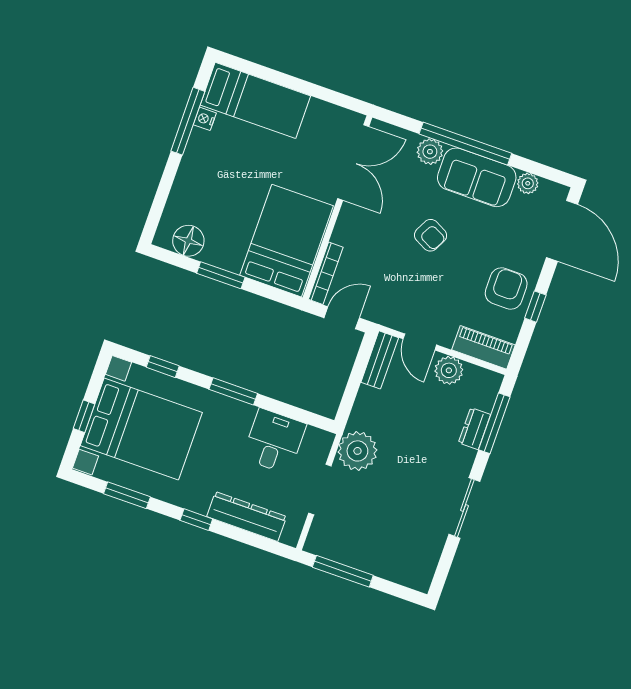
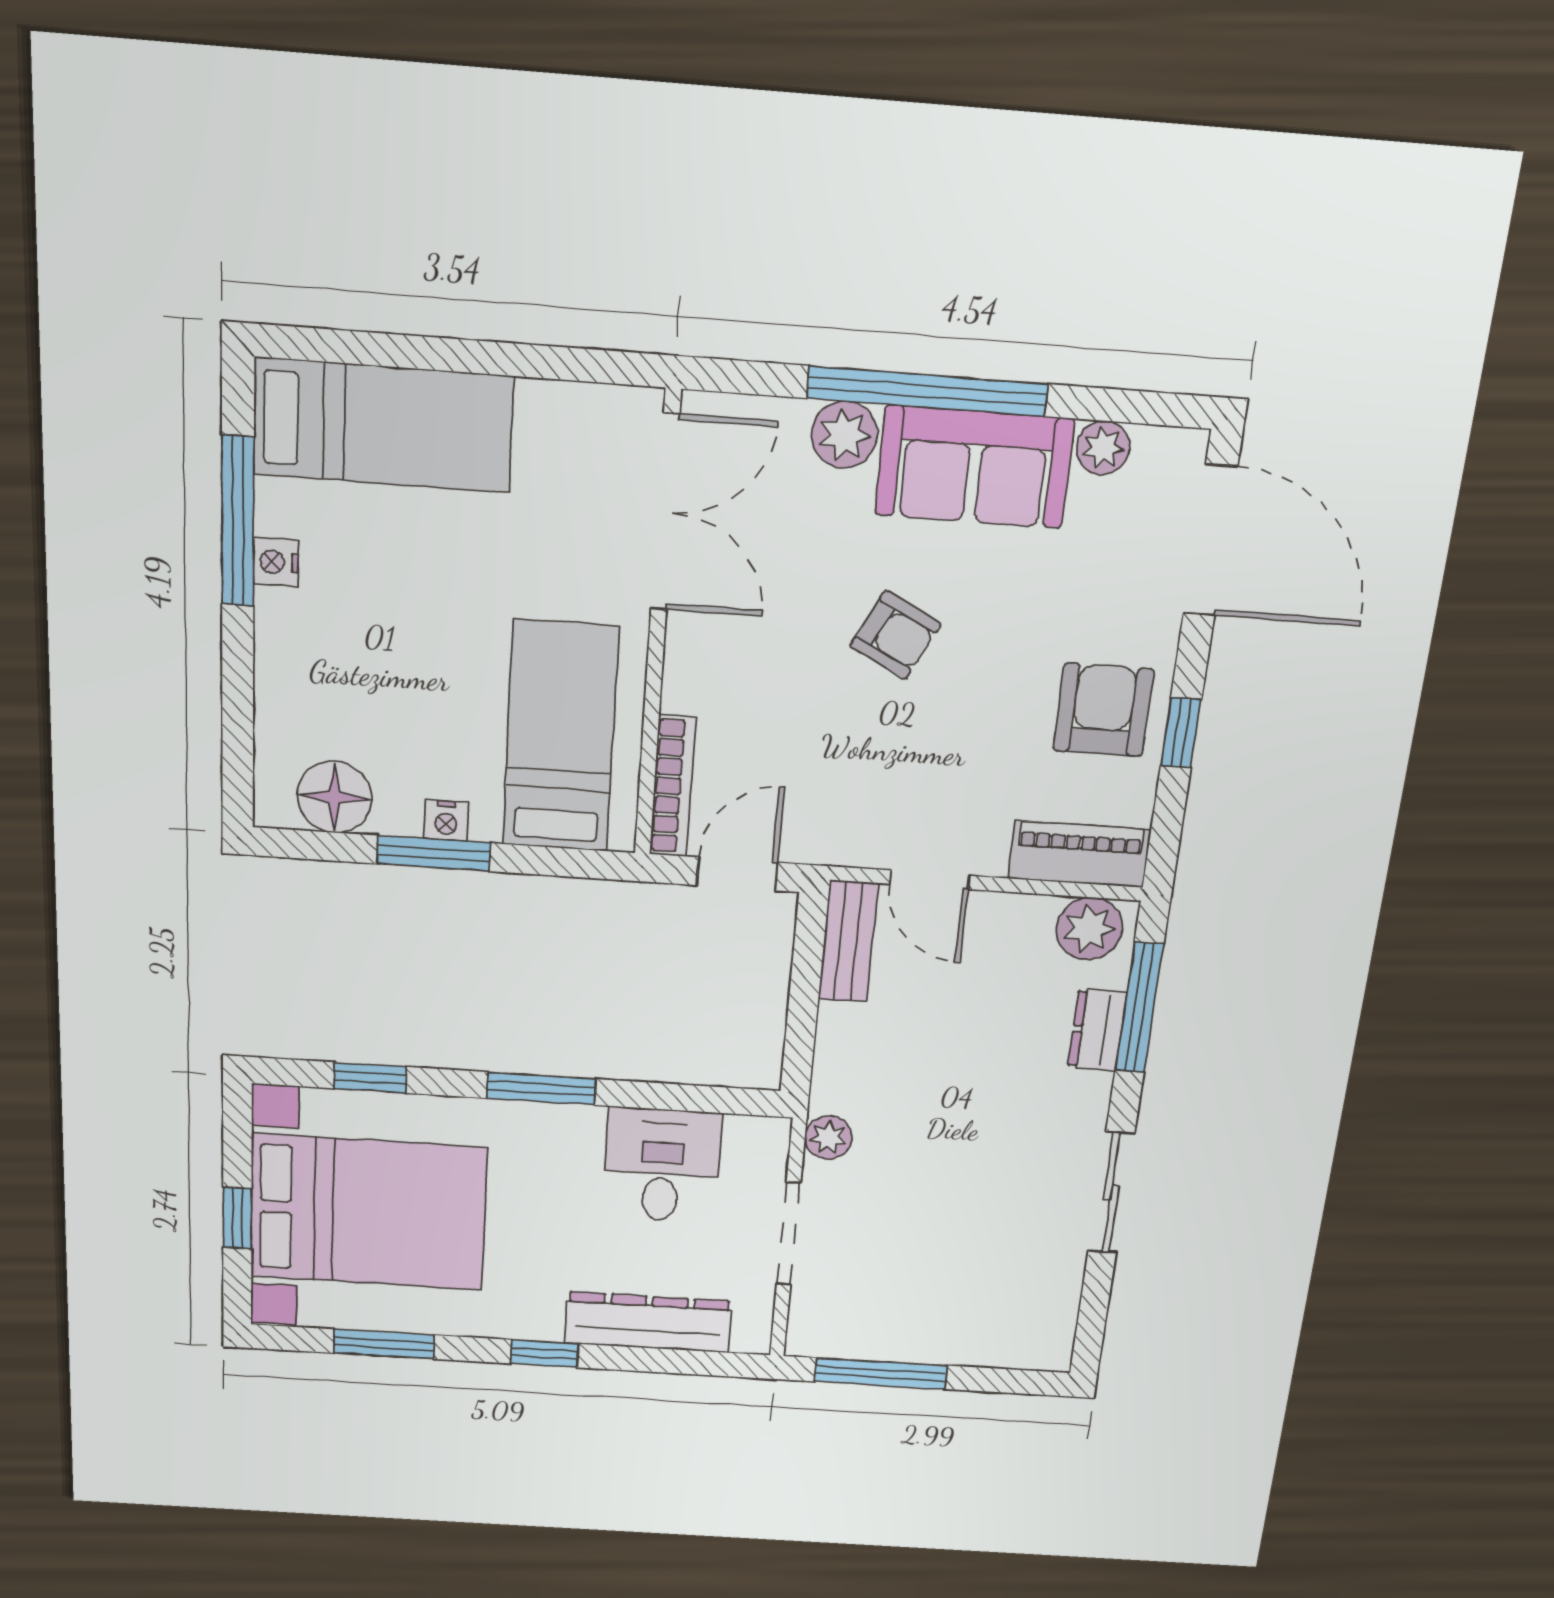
nightstand: (205, 119) -> (276, 562), moved
bed: (287, 241) -> (560, 737), width x0.67
nightstand: (230, 263) -> (446, 821), added
plant: (449, 370) -> (1089, 929), moved
plant: (357, 451) -> (828, 1138), width x0.53, depth x0.53

